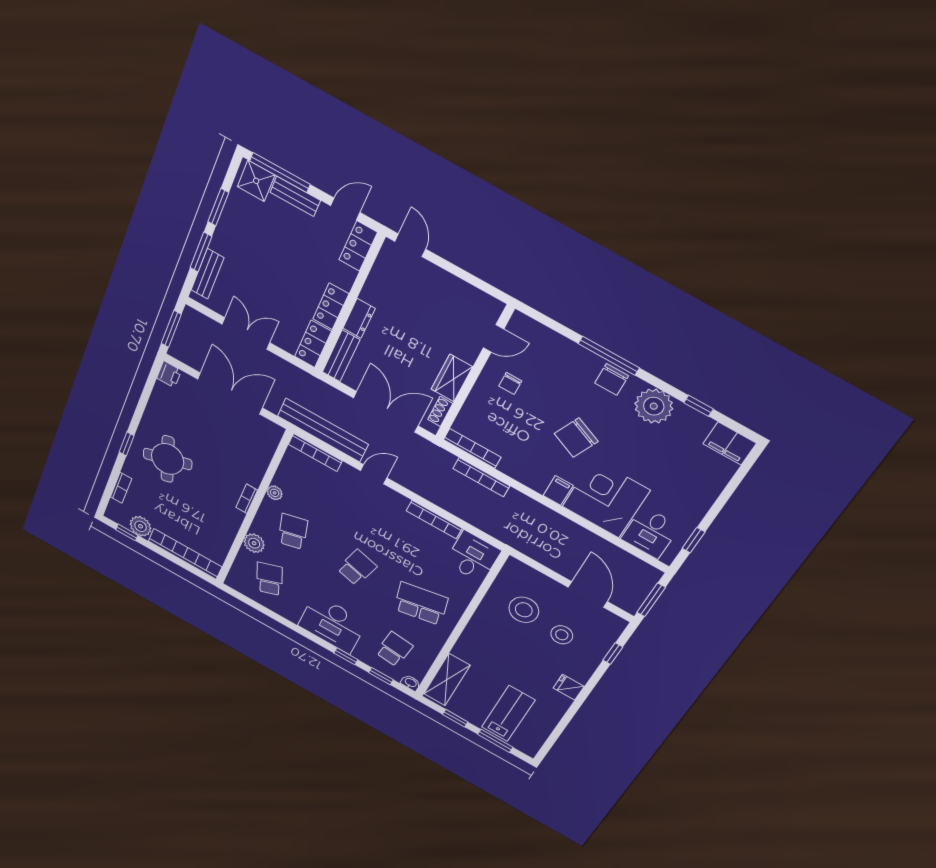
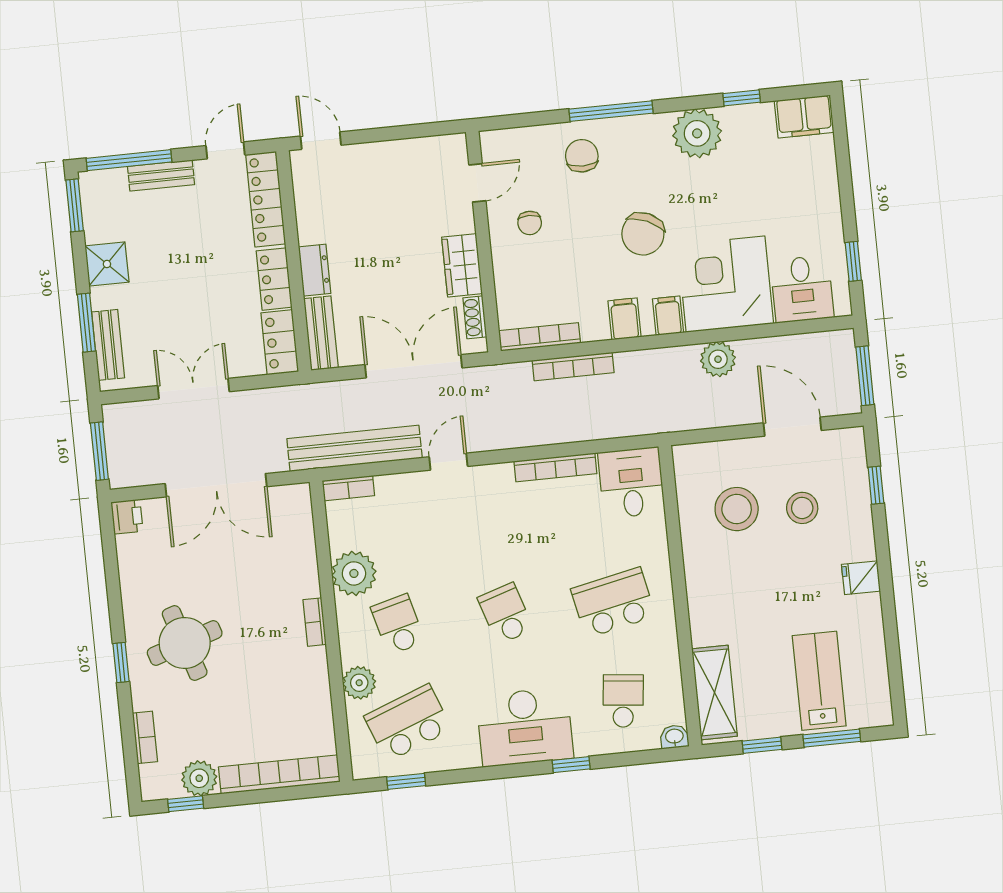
shower: (256, 181) -> (107, 264), moved
window: (218, 207) -> (75, 205), moved
locker: (358, 246) -> (266, 199), width x1.53
chair: (612, 379) -> (582, 156), moved, turned 180
double door: (230, 394) -> (216, 485), swing flipped
bookcase: (315, 452) -> (348, 488), width x0.64
filing cabinet: (531, 474) -> (625, 319), added
plant: (275, 493) -> (354, 573), width x1.88, depth x1.88
plant: (571, 533) -> (718, 359), added
school desk: (357, 568) -> (506, 614), turned -33
school desk: (270, 579) -> (408, 723), width x1.85
window: (381, 676) -> (406, 781), moved

